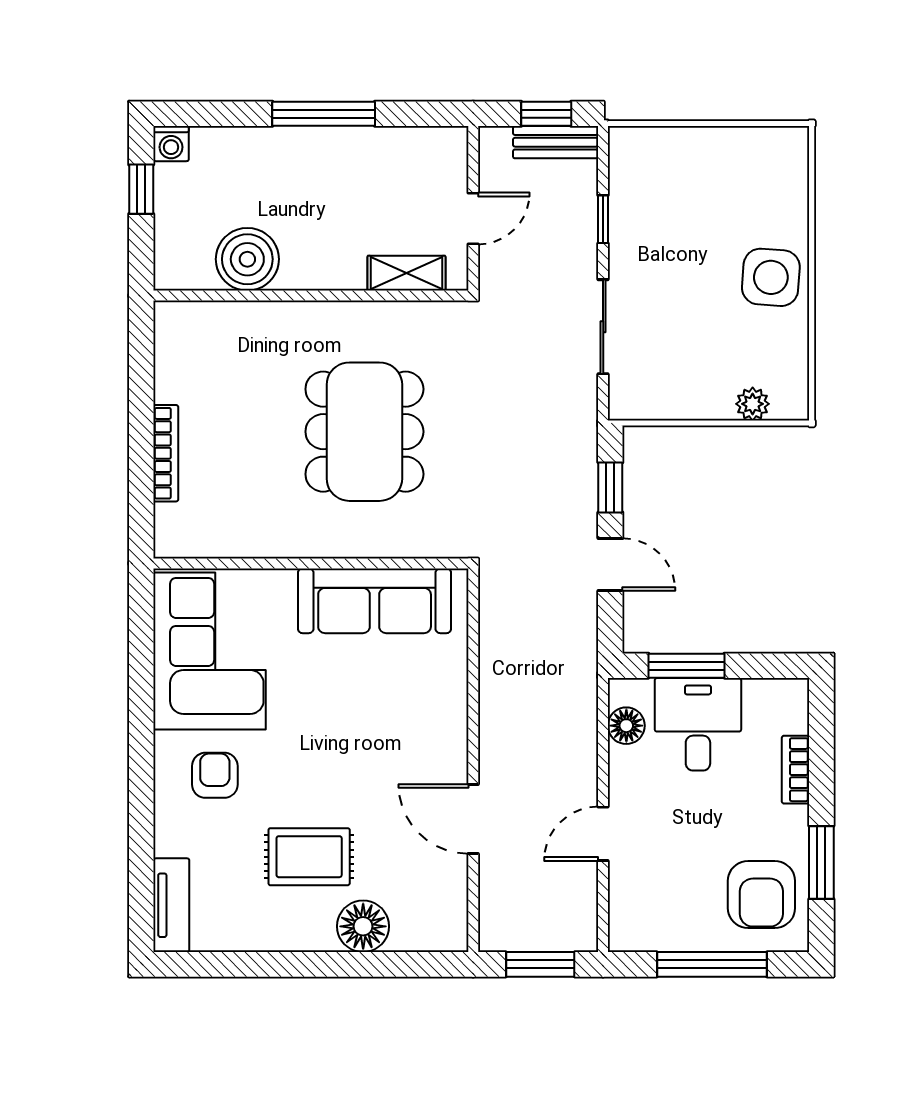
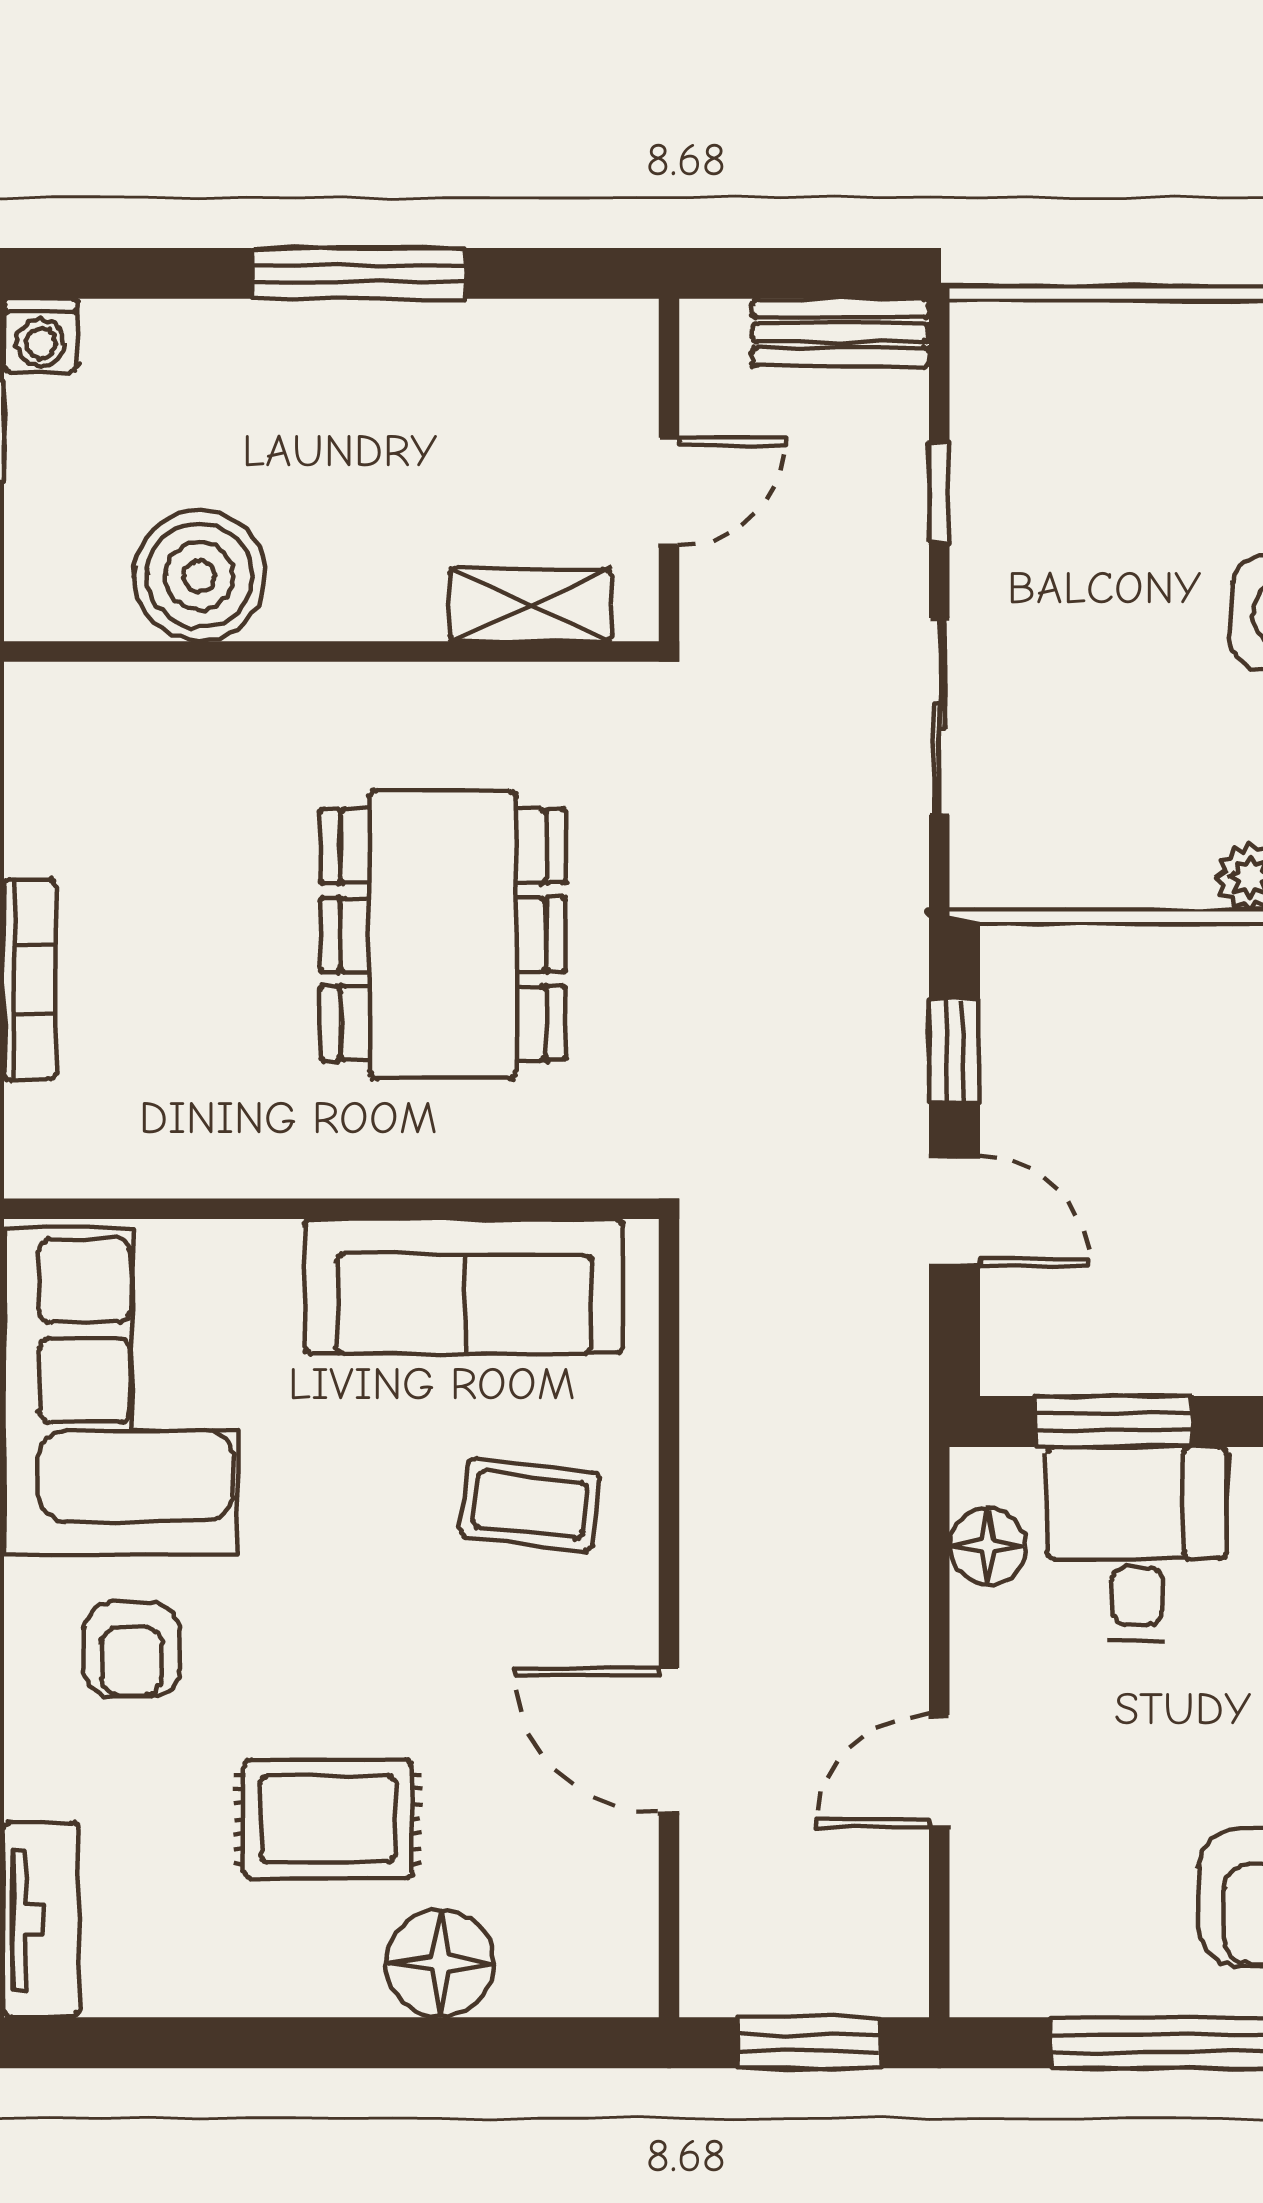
window: (546, 114) -> (821, 273), removed
coffee table: (406, 706) -> (530, 1505), added
armchair: (215, 775) -> (132, 1650), turned 180

